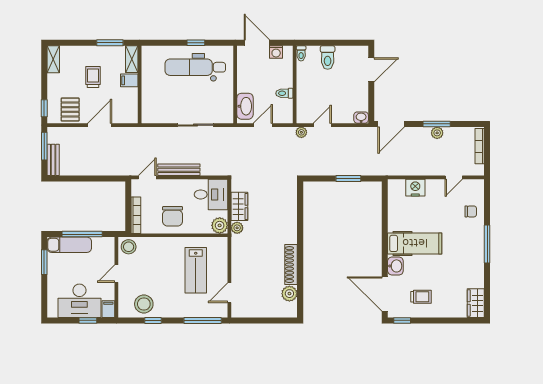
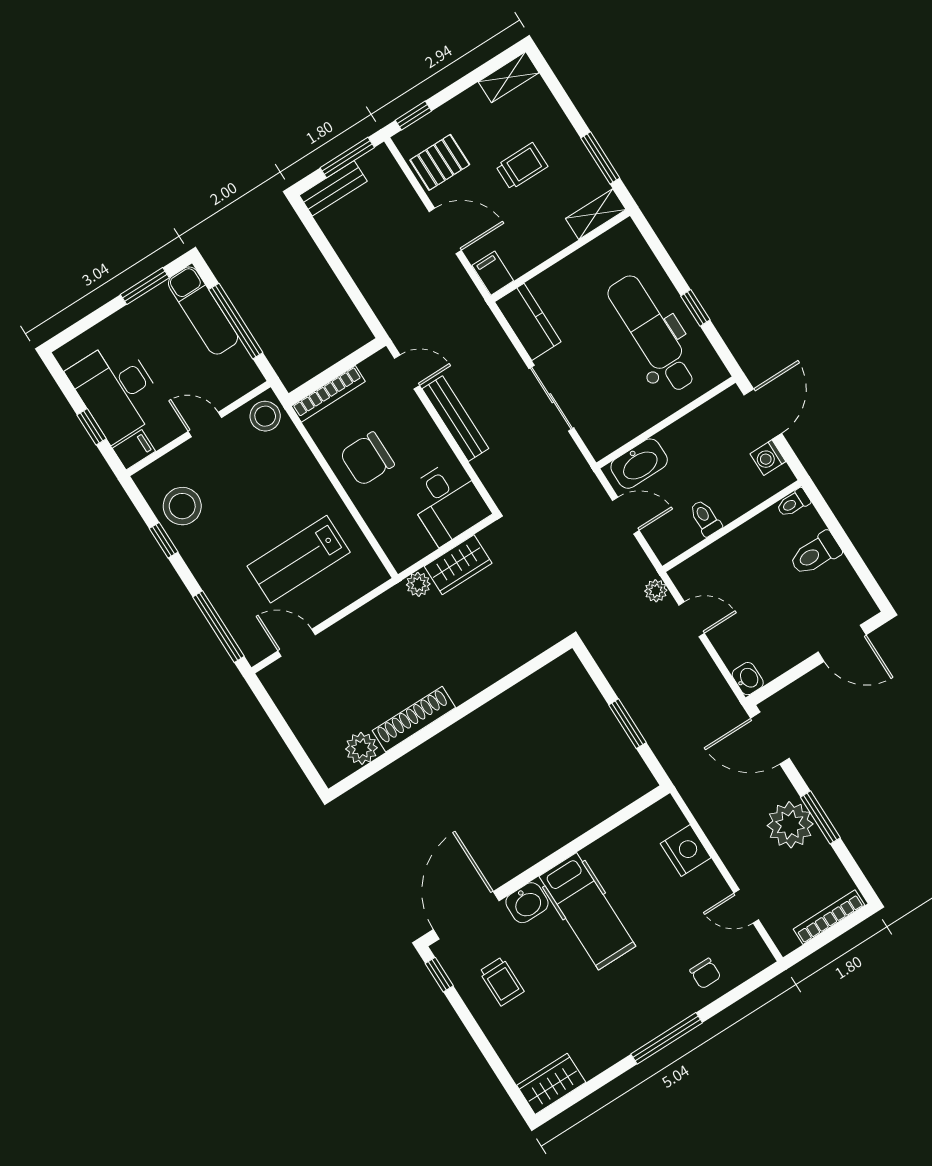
filing cabinet: (129, 80) -> (493, 273), moved
kitchen counter: (158, 115) -> (528, 322), added
plant: (437, 133) -> (790, 825), width x1.88, depth x1.88
plant: (220, 225) -> (403, 551), removed

